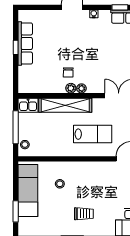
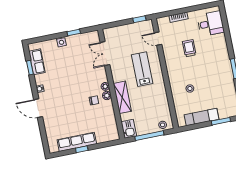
shelving: (65, 105) -> (122, 97), width x0.68
exam couch: (28, 190) -> (202, 117), width x0.73, depth x0.69
trolley: (84, 214) -> (189, 48), moved

